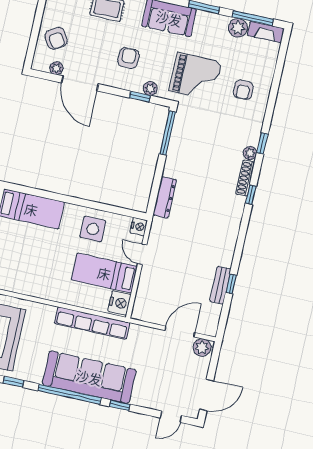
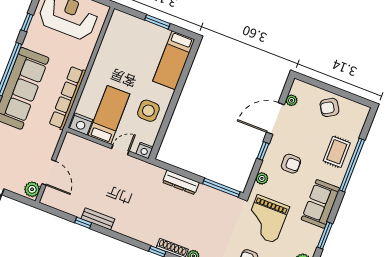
armchair: (56, 38) -> (329, 107), moved
window: (140, 97) -> (263, 151), moved
dresser: (165, 197) -> (181, 182), moved
bench: (220, 285) -> (98, 219), moved

